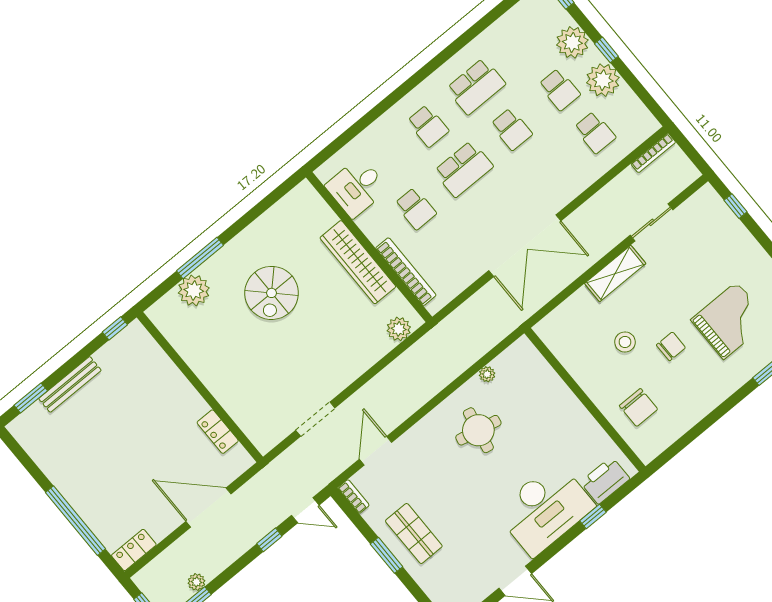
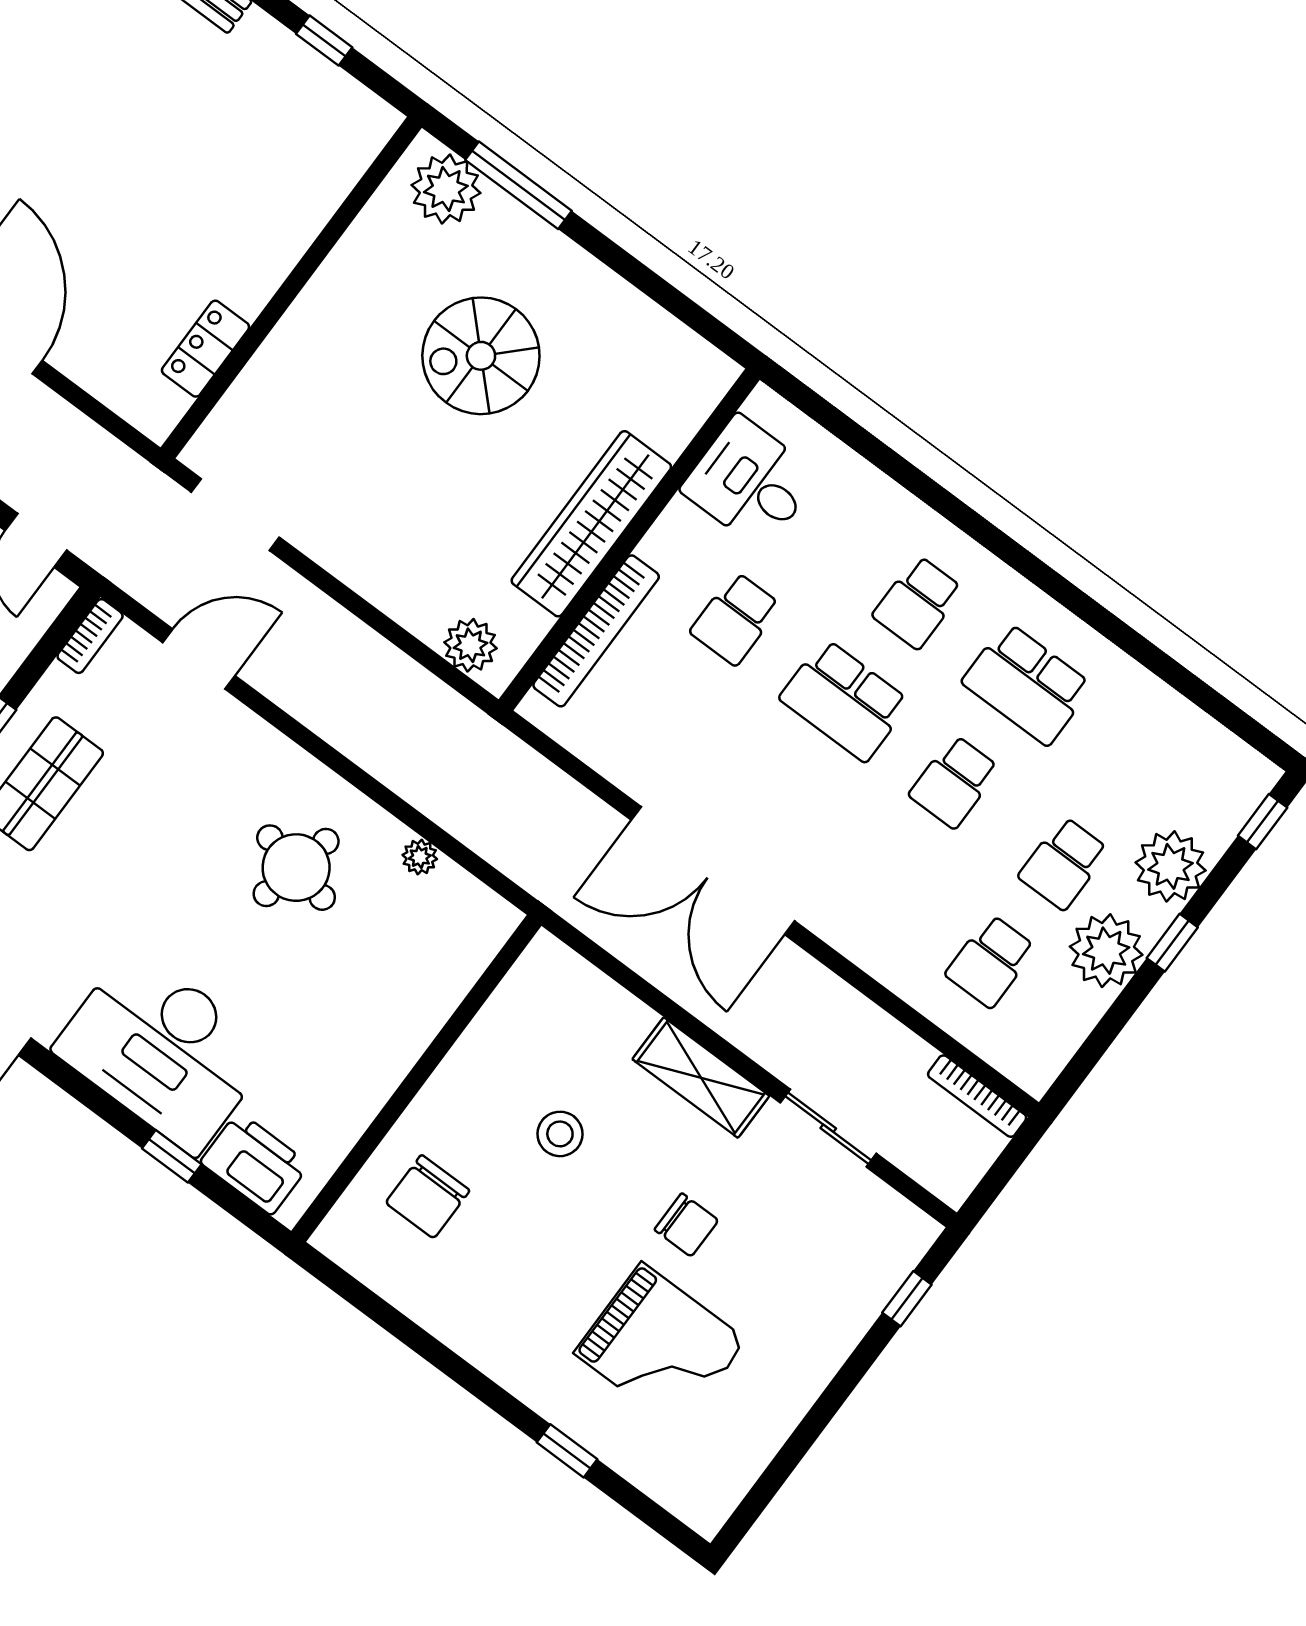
chair: (671, 346) -> (686, 1225), moved
wall: (200, 387) -> (291, 288), moved
locker: (218, 432) -> (206, 349), moved

